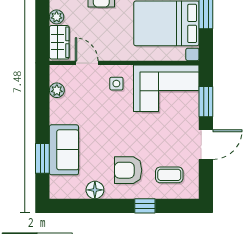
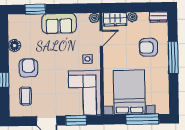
plant: (57, 90) -> (94, 18), moved
sofa: (64, 150) -> (59, 23), moved

